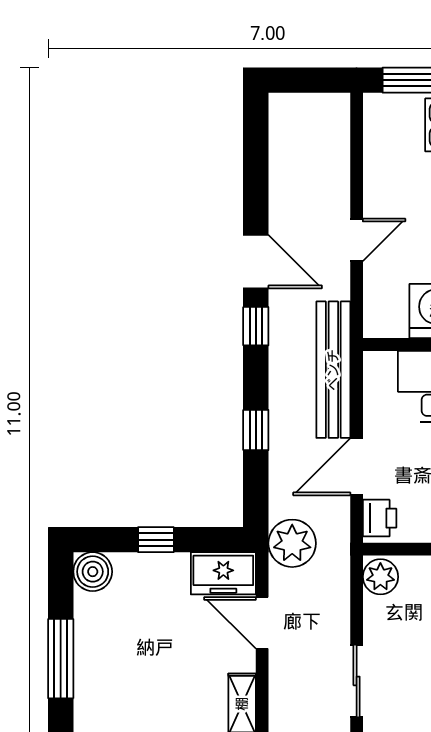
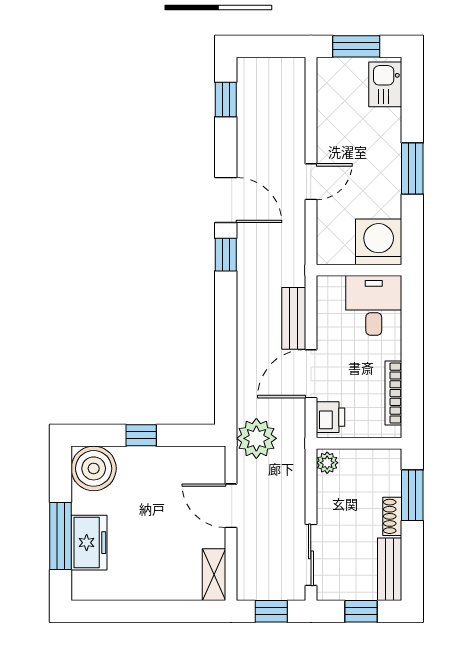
bench: (333, 370) -> (294, 318), width x0.54, depth x0.82
window: (256, 430) -> (226, 100), moved
boiler: (93, 572) -> (94, 468), width x1.37, depth x1.37
freezer: (223, 573) -> (89, 543), moved, turned -90
plant: (380, 577) -> (327, 463), width x0.73, depth x0.73

